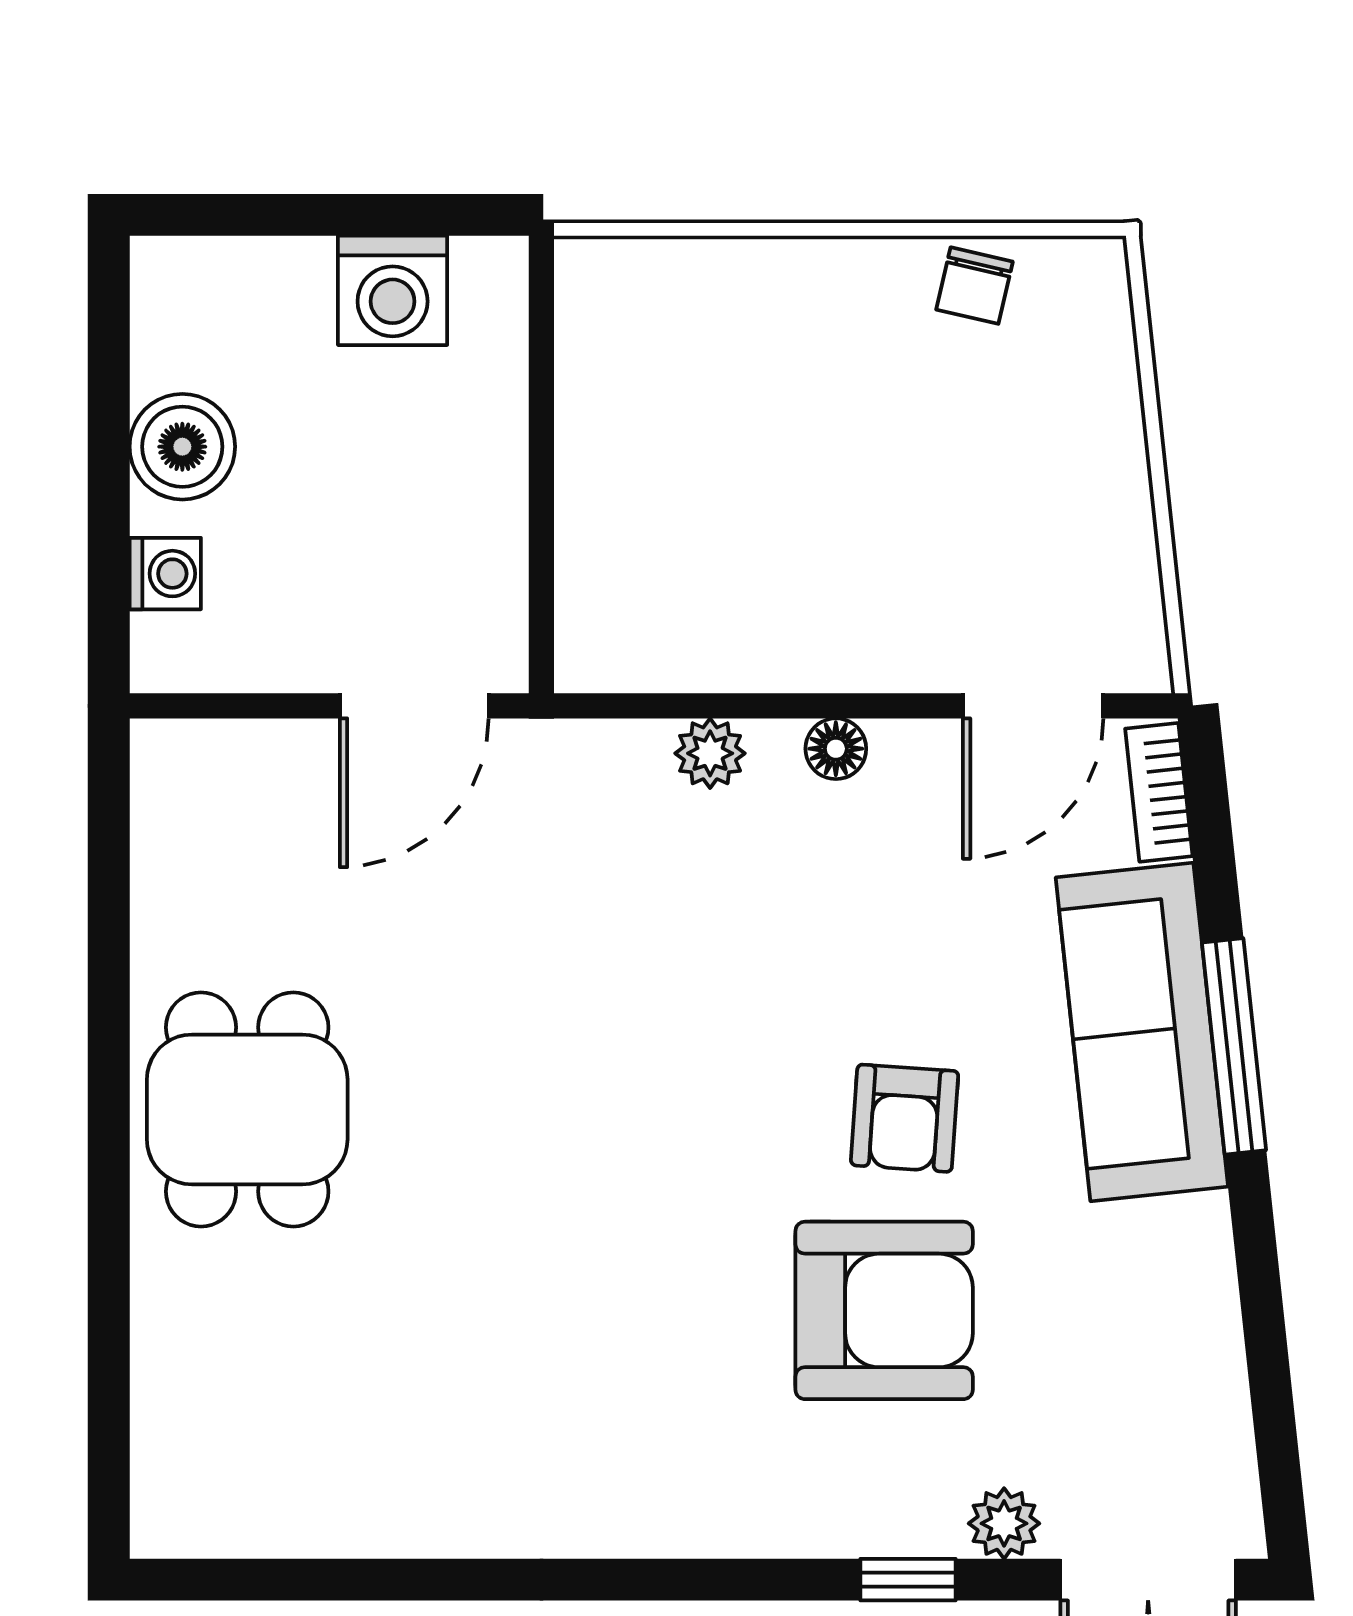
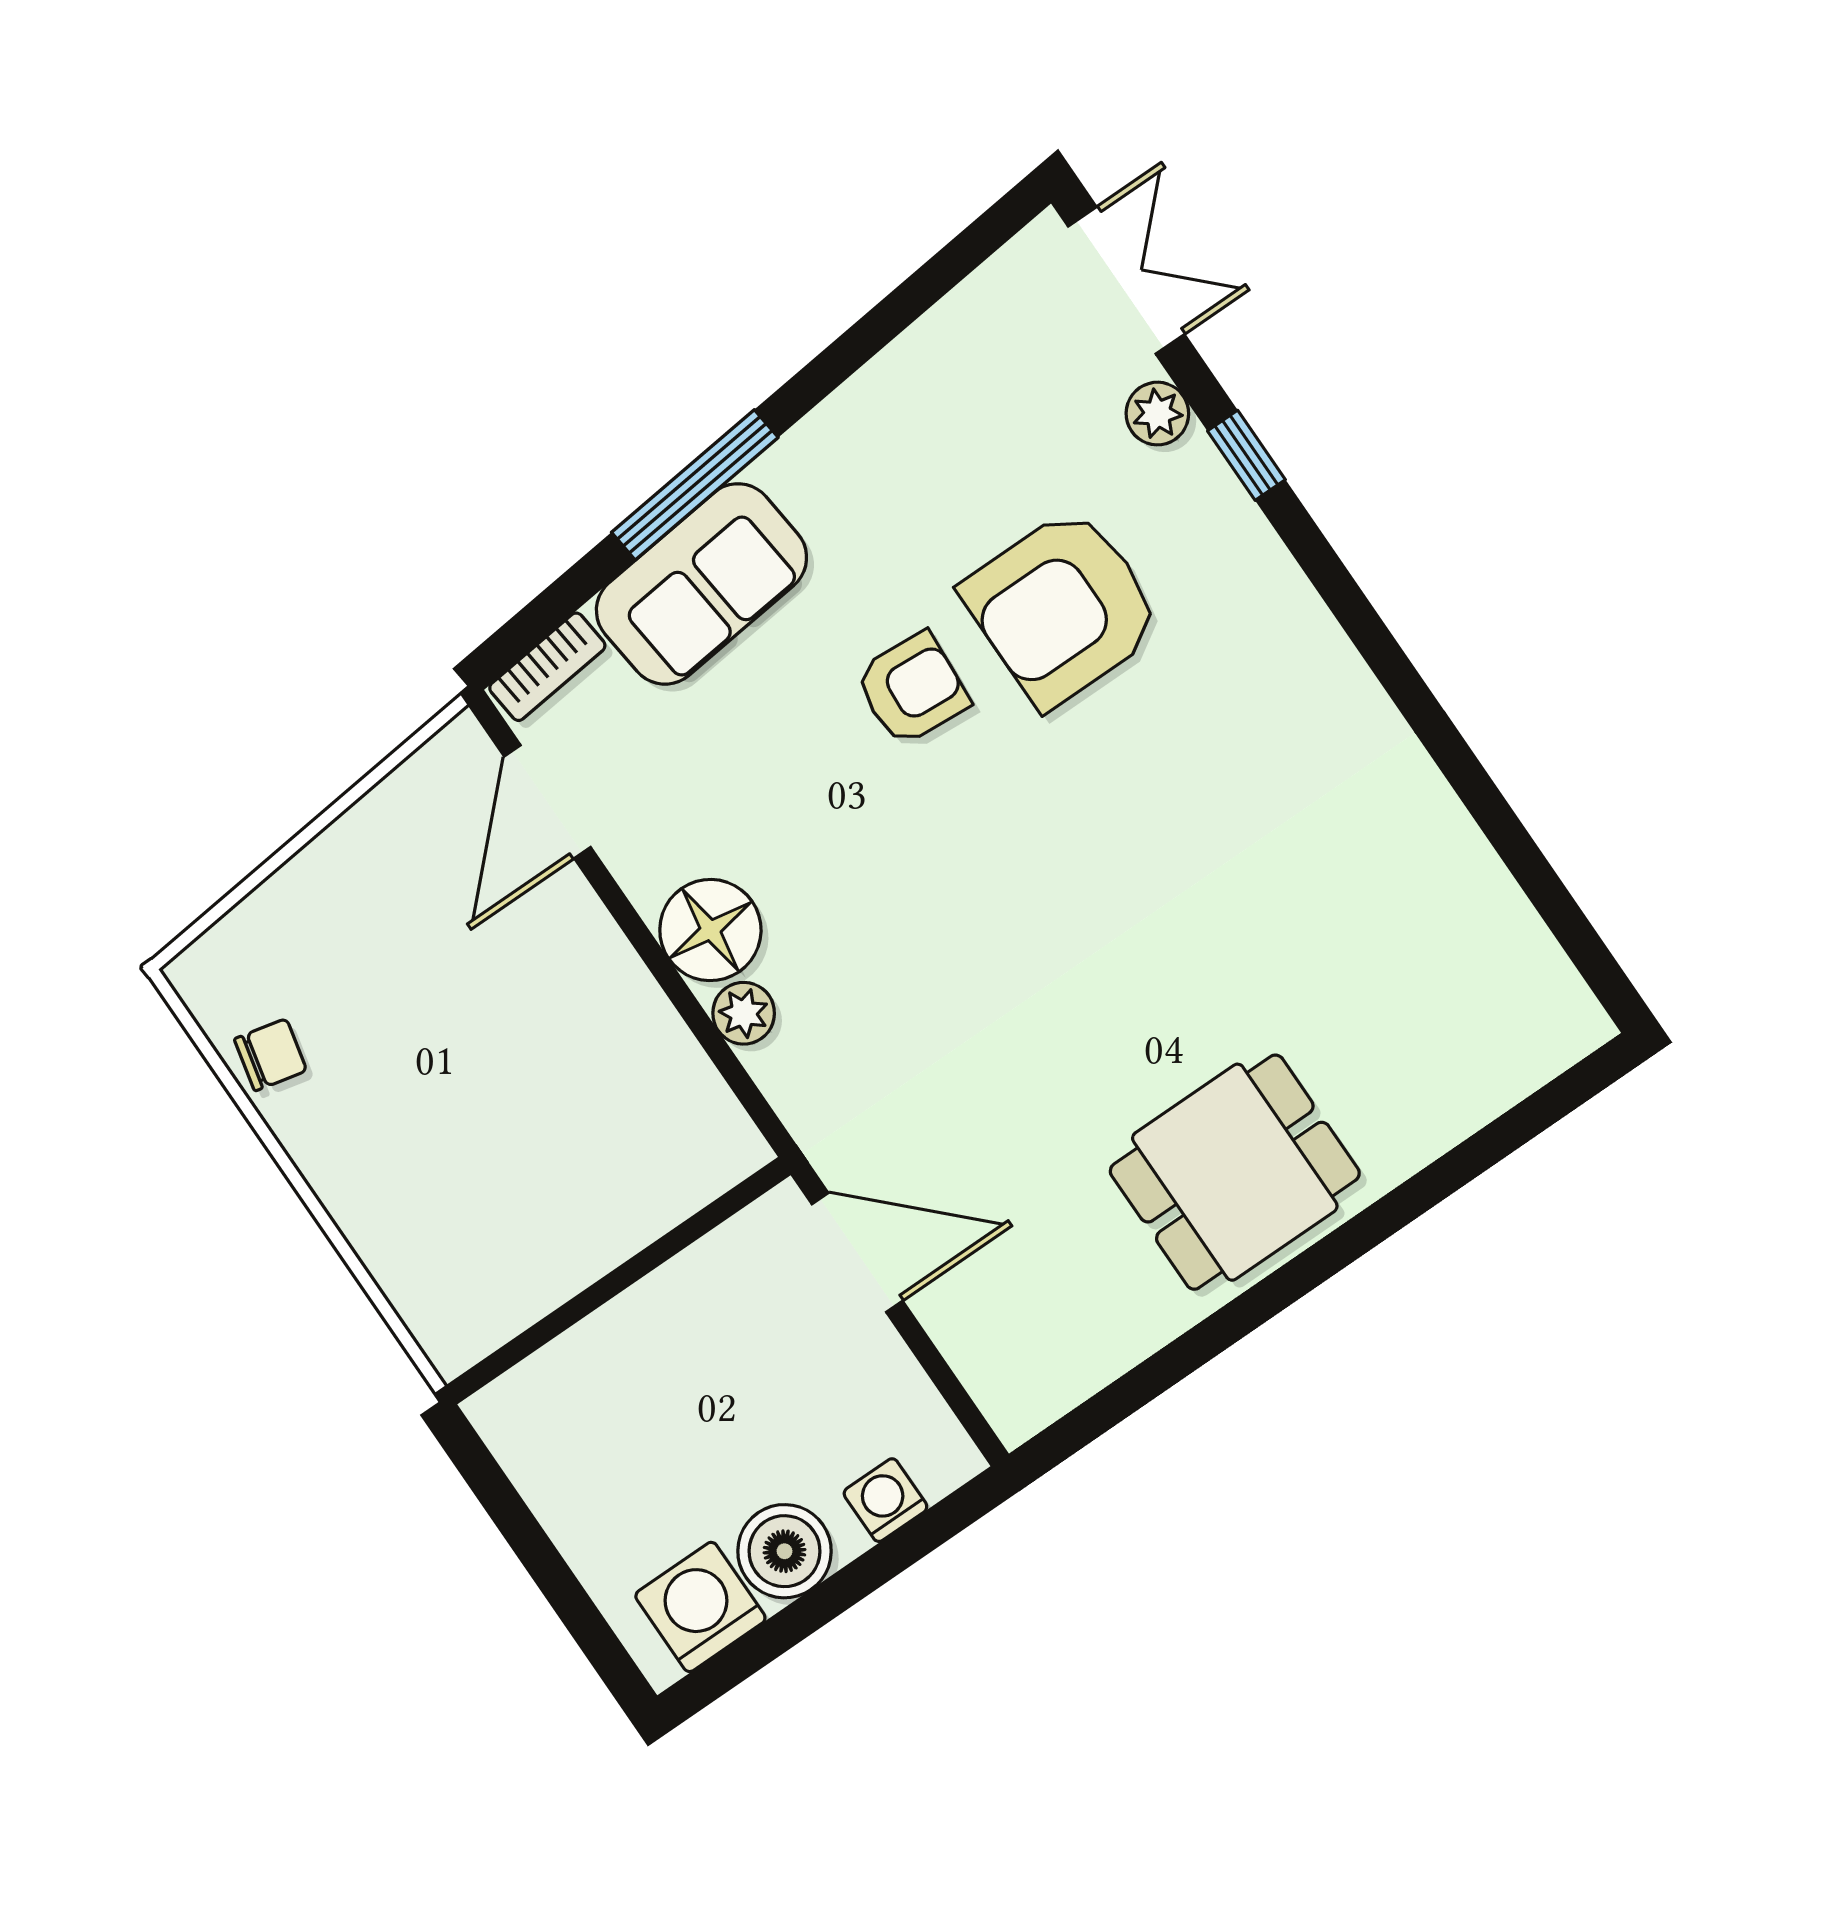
washing machine: (393, 290) -> (700, 1607), moved, turned -90
door: (1033, 706) -> (547, 802), swing flipped
floor lamp: (836, 749) -> (710, 930), width x1.89, depth x1.89
sofa: (1142, 1032) -> (701, 584), width x0.73
armchair: (884, 1310) -> (1062, 608), turned -90

